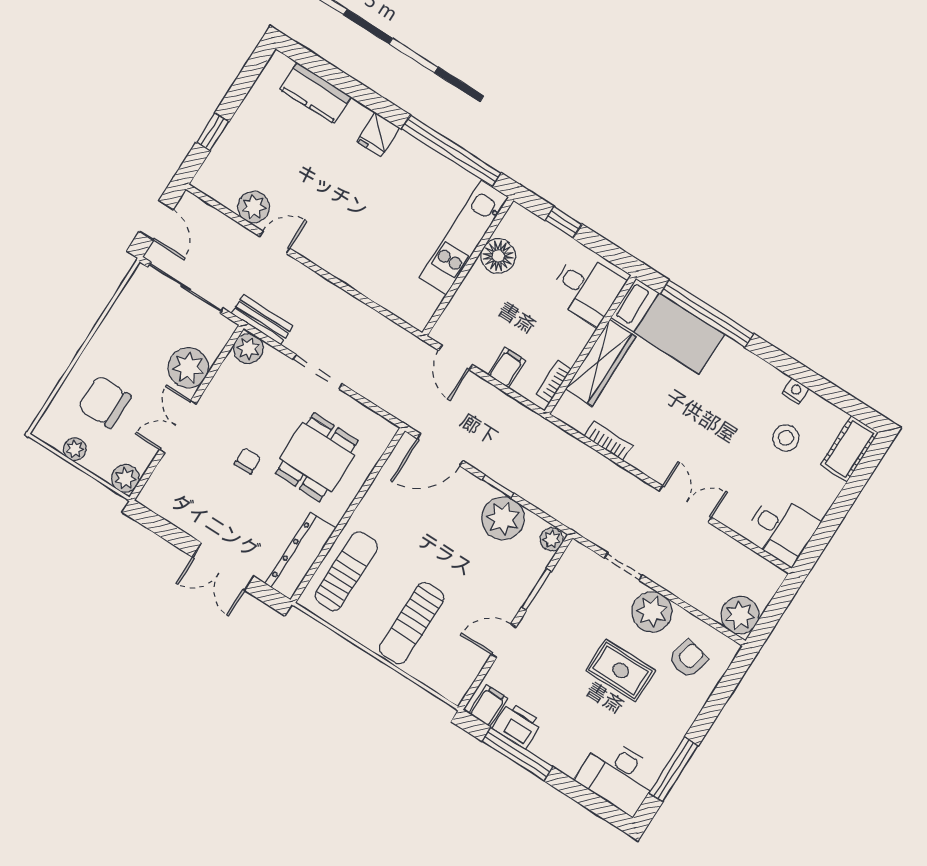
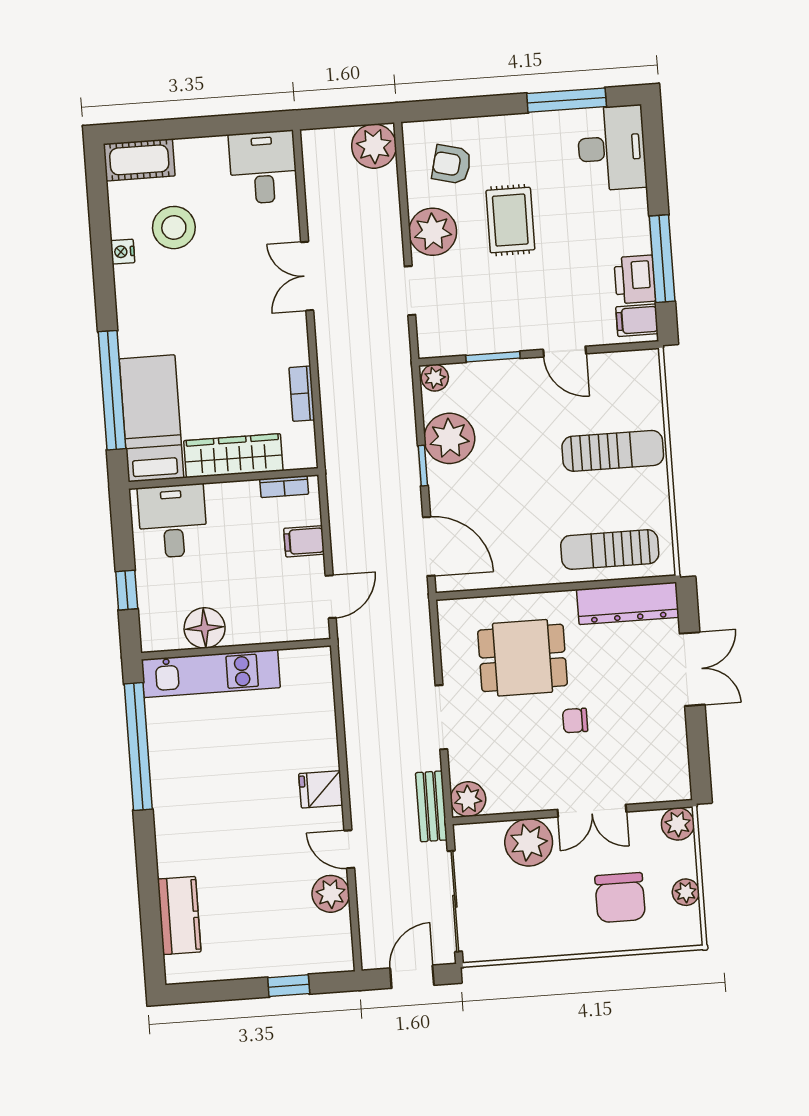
fridge: (378, 135) -> (321, 789), moved, turned 180
stool: (786, 438) -> (174, 228), width x1.38, depth x1.38

